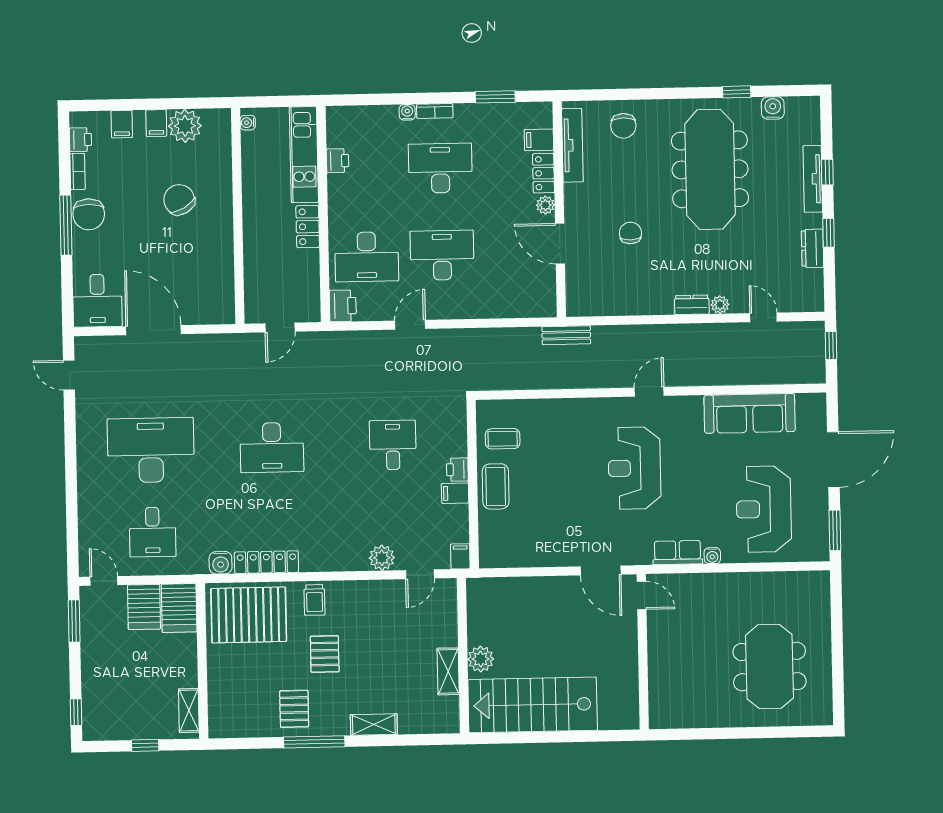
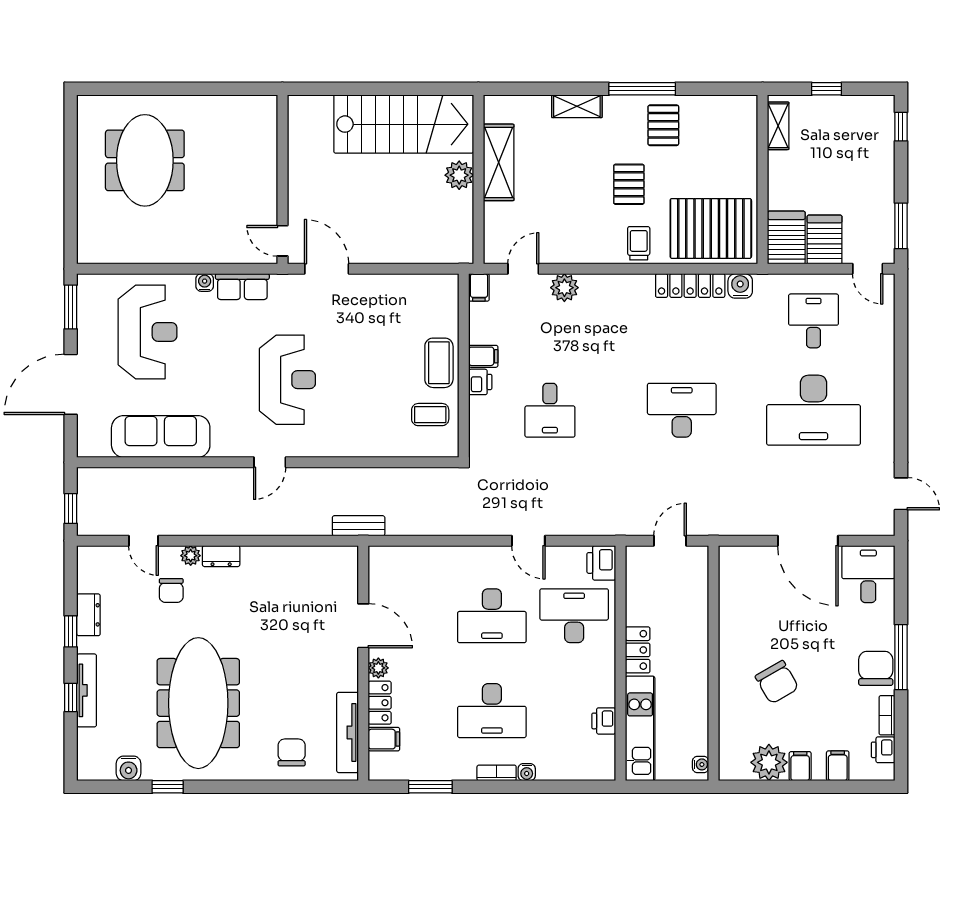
chair: (630, 233) -> (171, 590), moved
door: (410, 325) -> (528, 541), hinge flipped
shelving: (448, 671) -> (499, 162), width x1.50, depth x1.33

